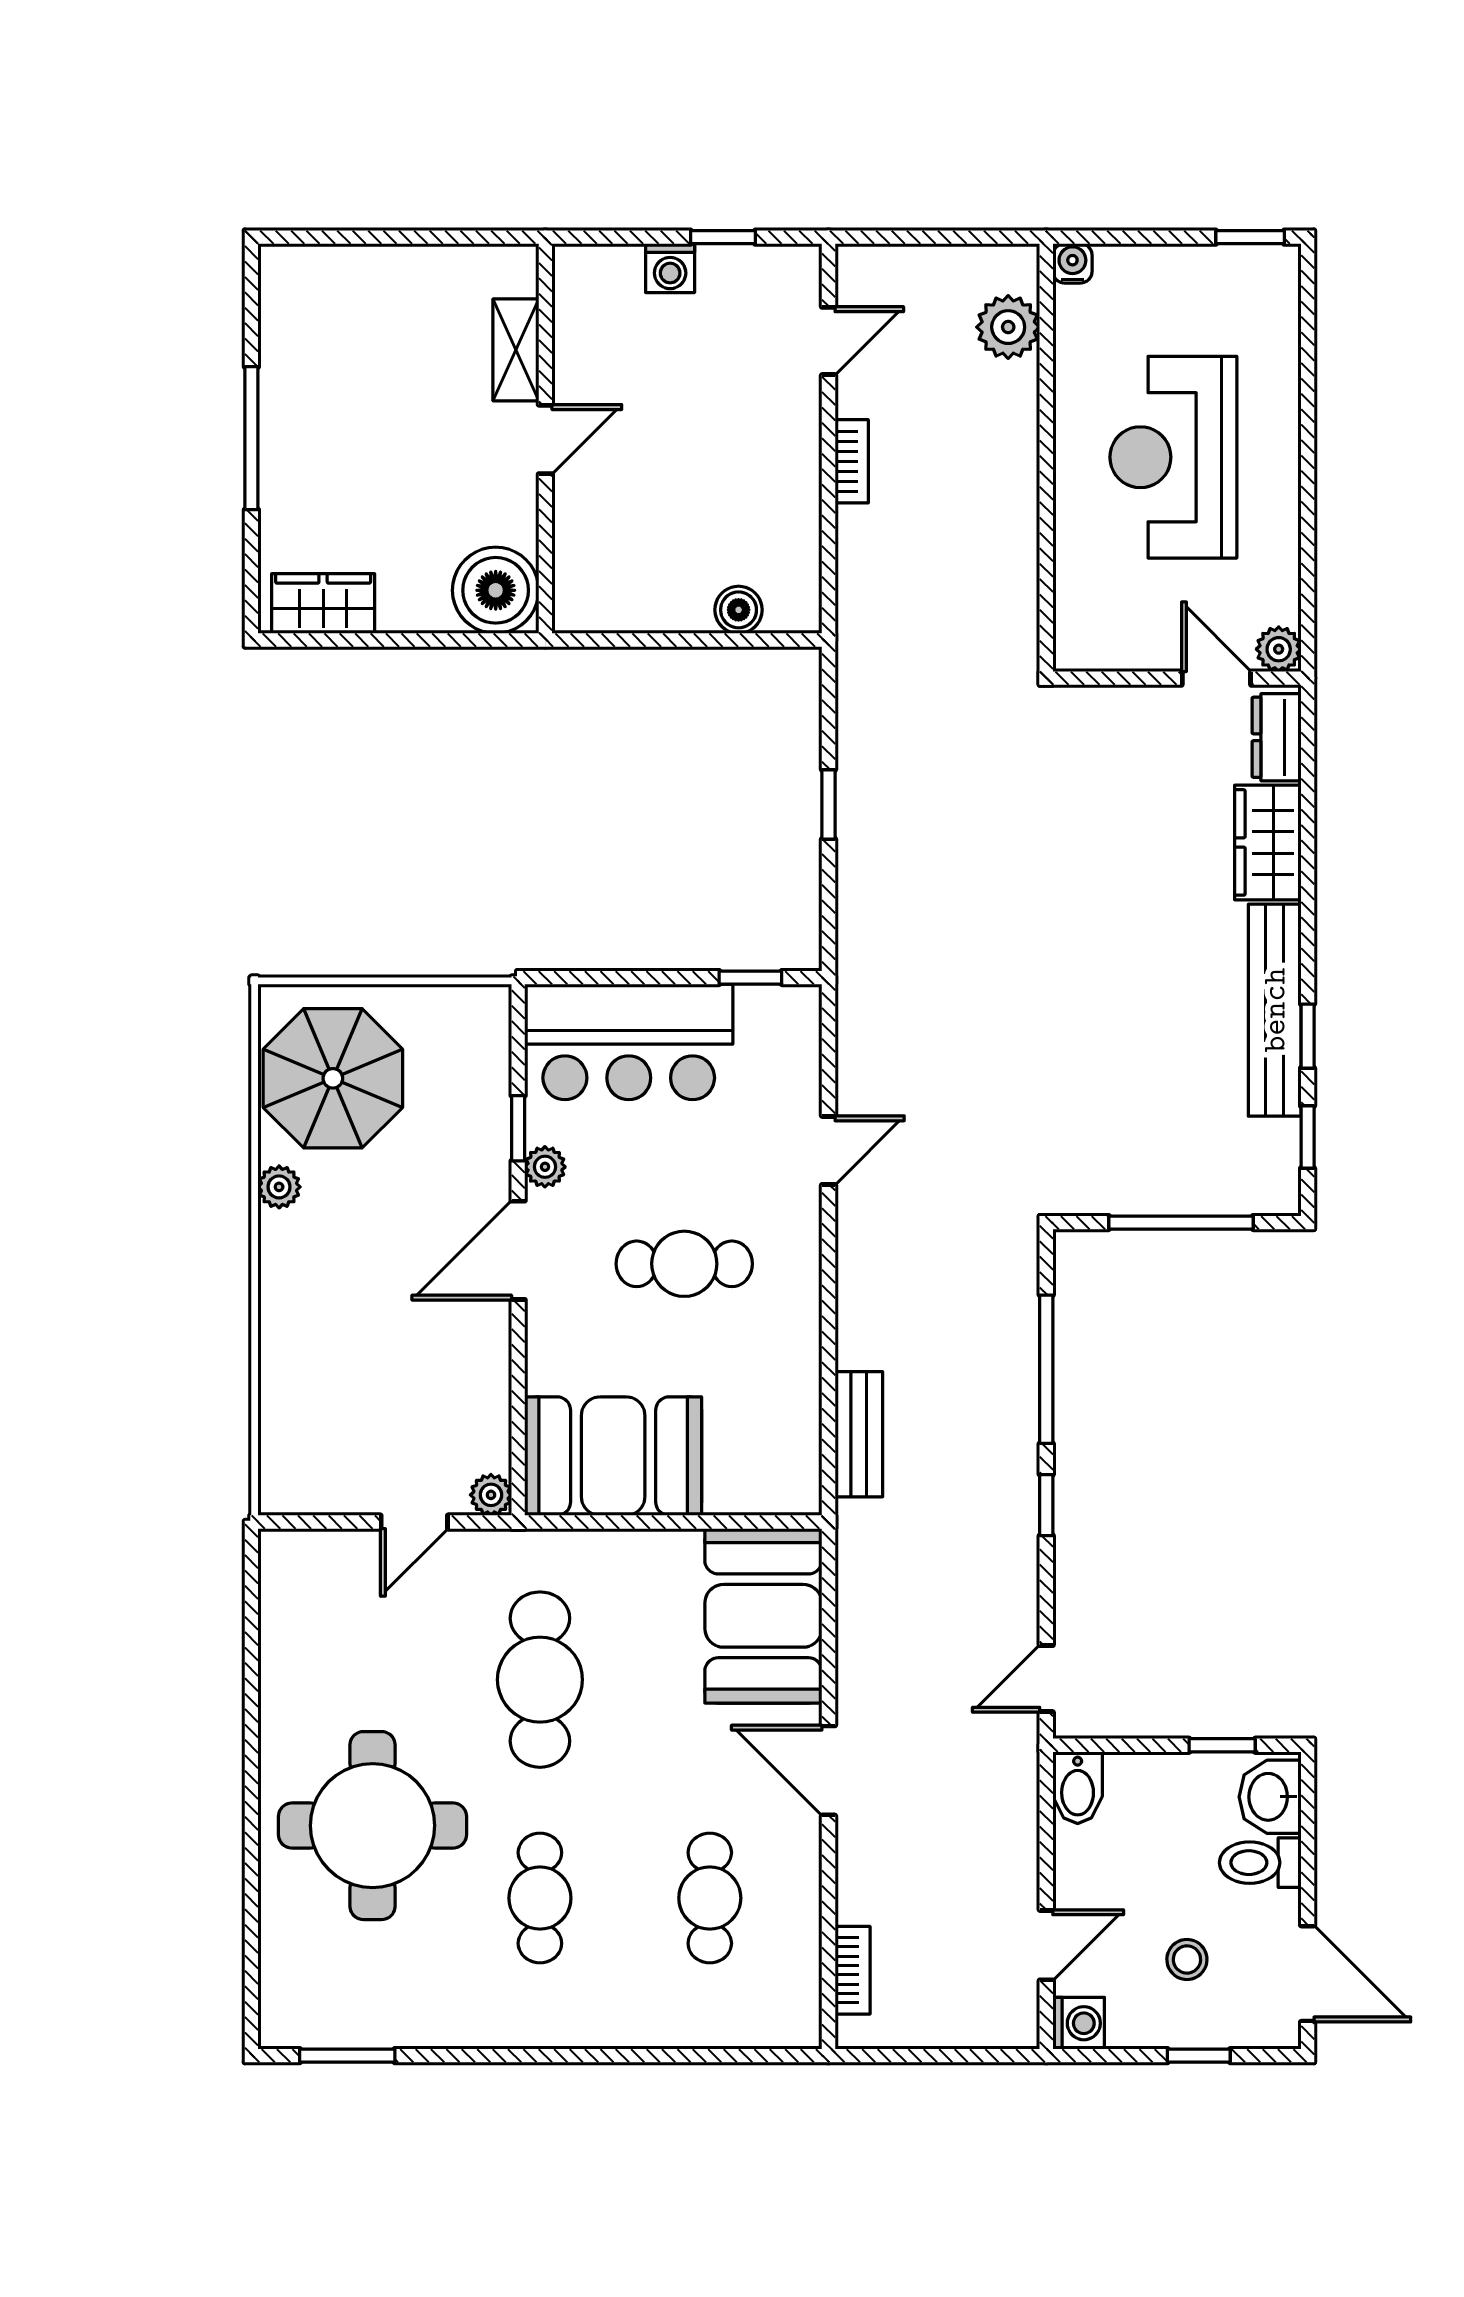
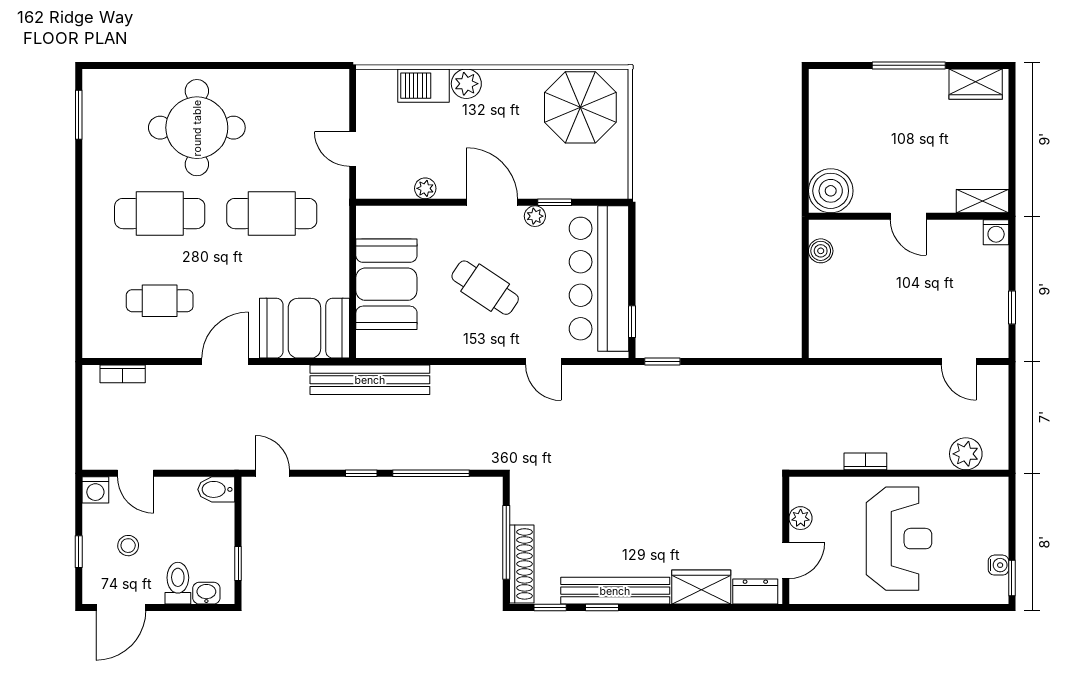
water cooler: (1072, 263) -> (999, 565), moved
washing machine: (670, 268) -> (996, 232), moved, turned -90
shelving: (516, 350) -> (982, 201), moved
reception desk: (1173, 457) -> (899, 539), turned 90
bookcase: (852, 461) -> (865, 461), moved, turned 180
wardrobe: (323, 604) -> (976, 84), moved, turned 90
boiler: (739, 610) -> (821, 251), moved
plant: (1279, 649) -> (801, 518), moved
window: (828, 804) -> (662, 362), moved
bar counter: (629, 1042) -> (599, 279), width x1.36
plant: (279, 1187) -> (466, 84), moved, width x1.38, depth x1.38
shoe rack: (1223, 1193) -> (522, 564), added
cafe table: (684, 1264) -> (485, 288), turned -56
barbecue: (291, 1384) -> (423, 86), added
bench: (859, 1434) -> (370, 380), width x1.86, depth x1.21
booth: (613, 1456) -> (386, 284), moved
plant: (491, 1495) -> (425, 188), moved
washbasin: (1270, 1797) -> (206, 593), width x0.72, depth x0.69
cafe table: (540, 1898) -> (160, 214), width x1.37, depth x1.35

